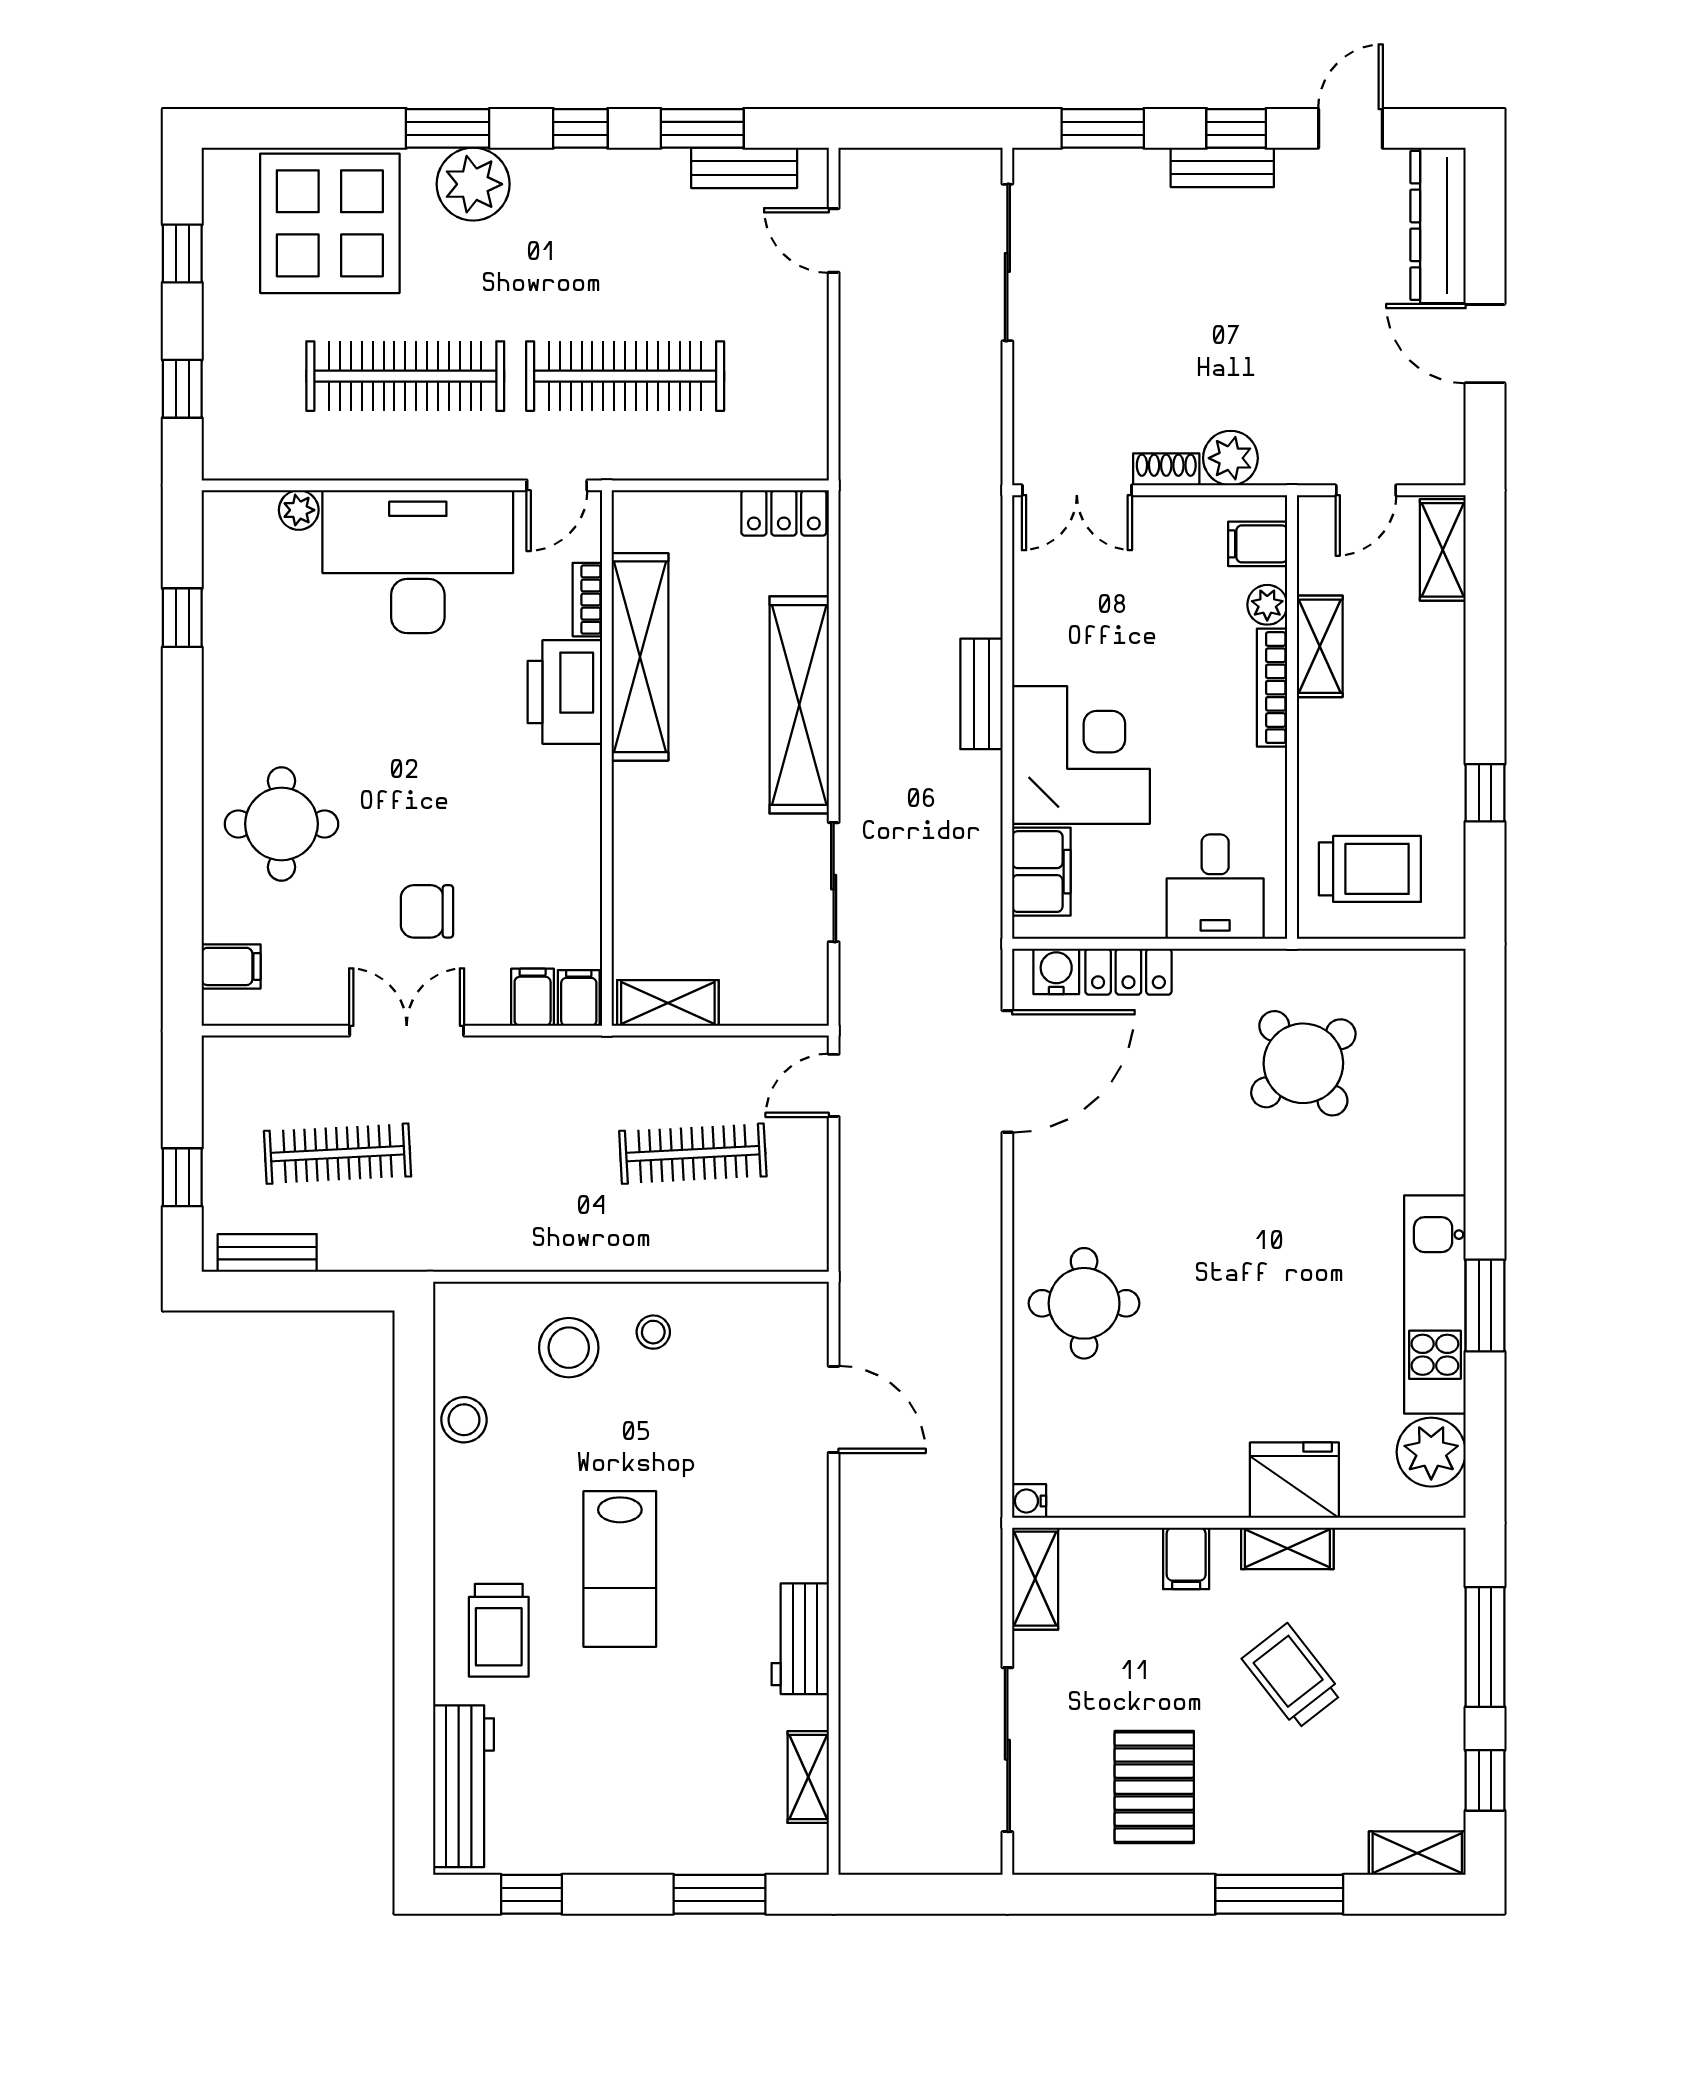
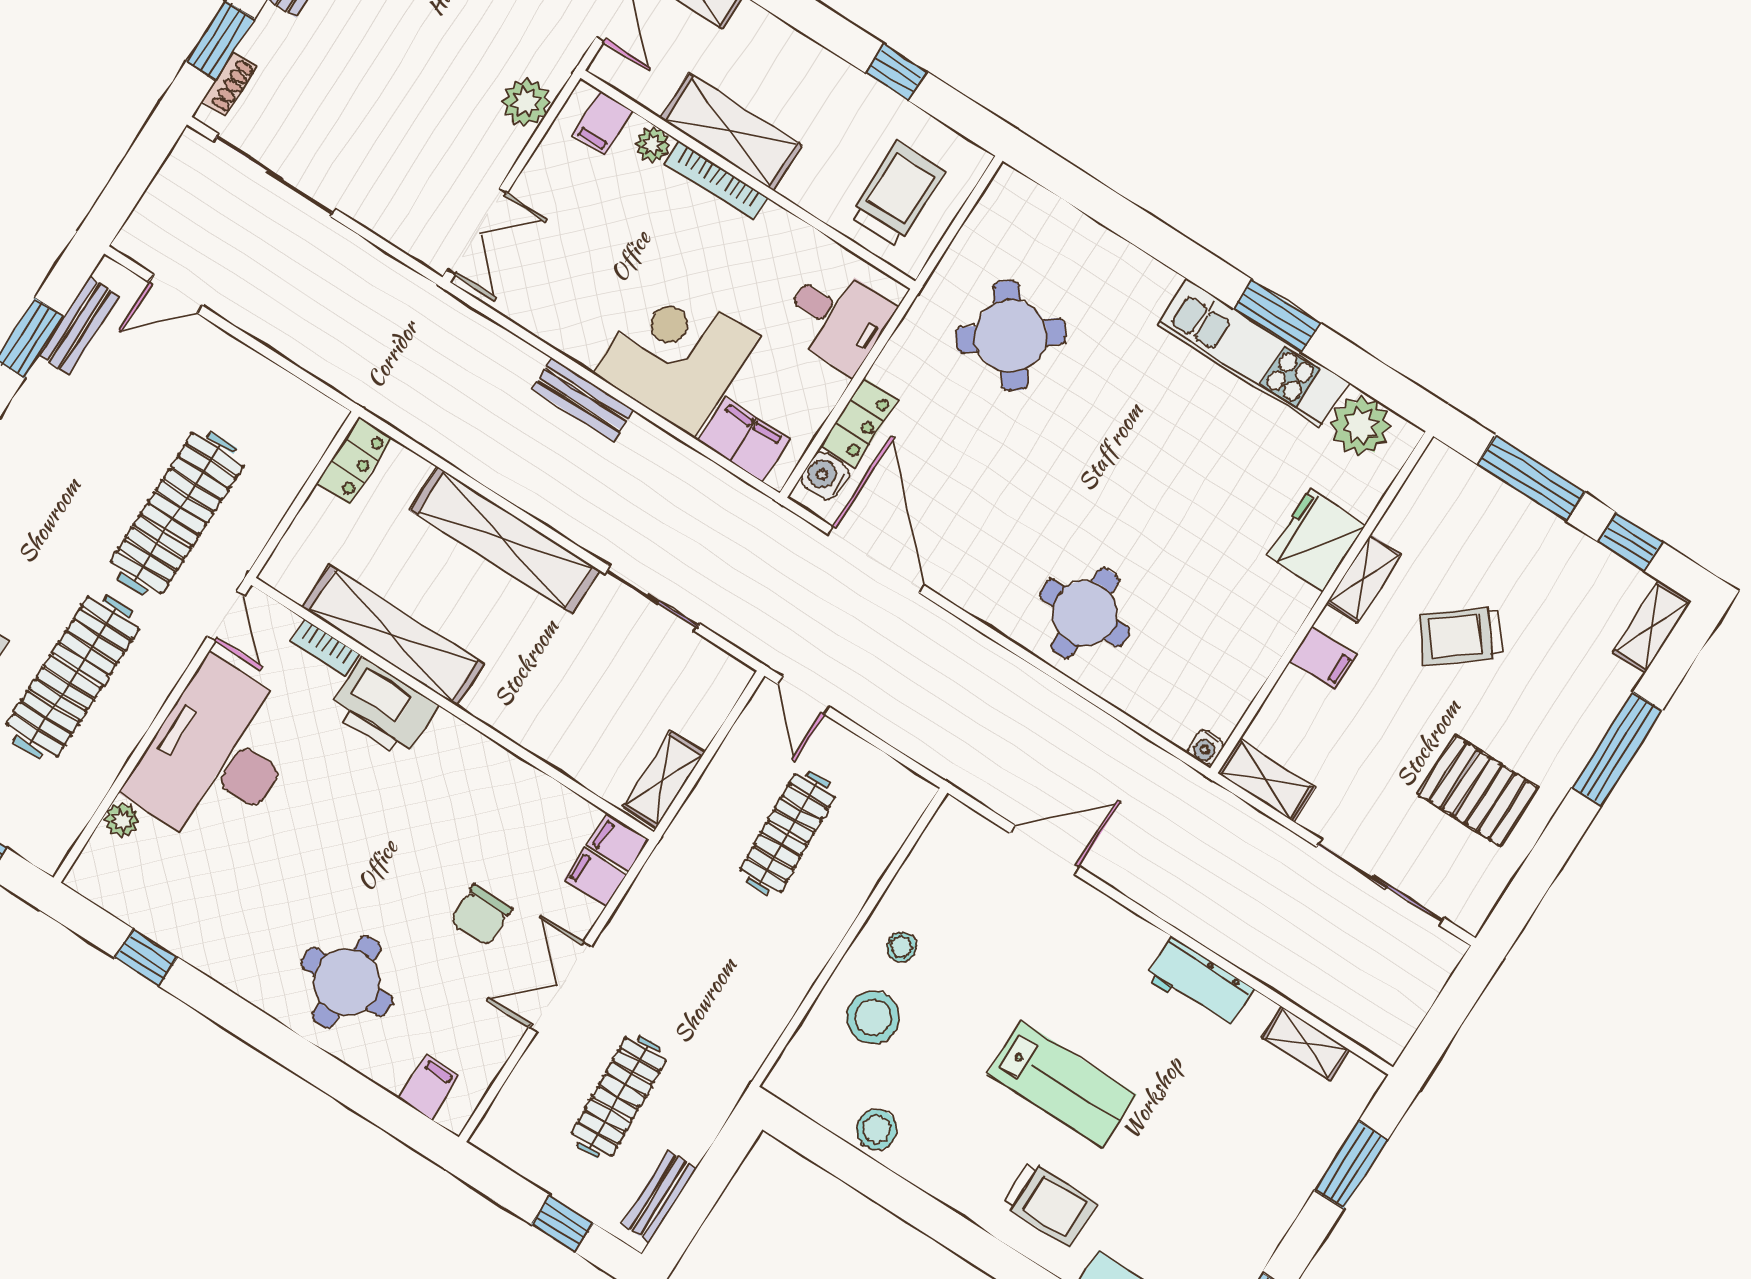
shoe rack: (1166, 469) -> (229, 84), moved, turned 180
shelving: (1320, 646) -> (731, 132), width x1.50, depth x1.33

